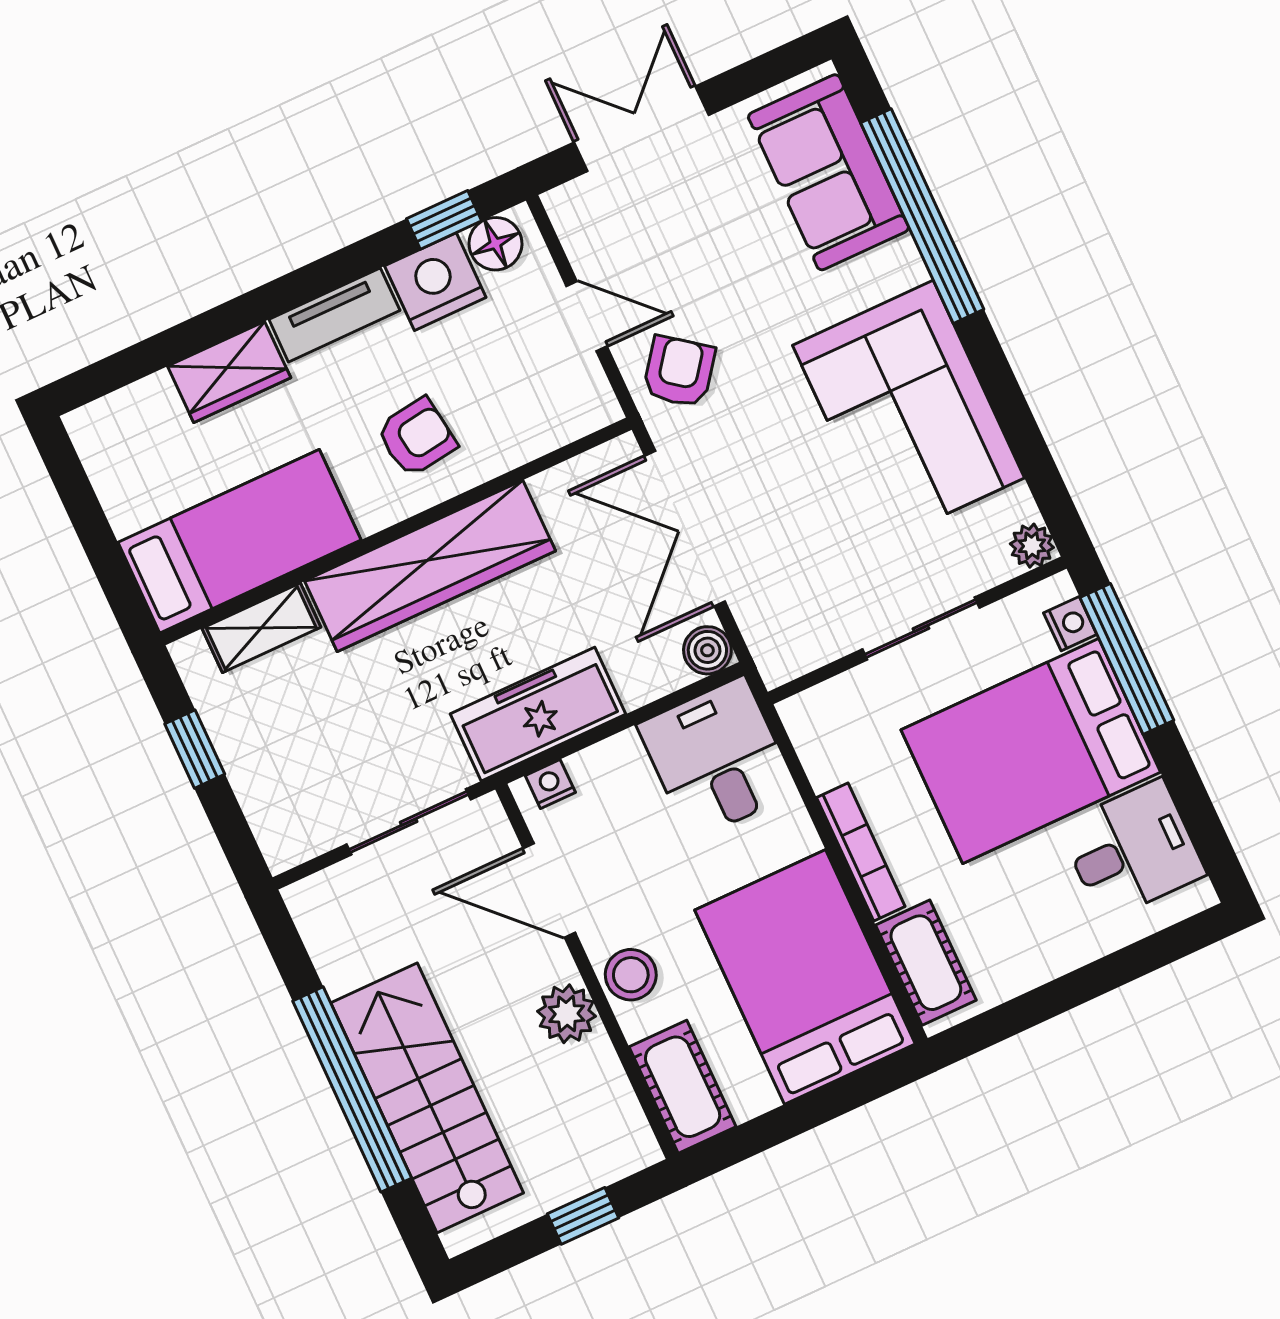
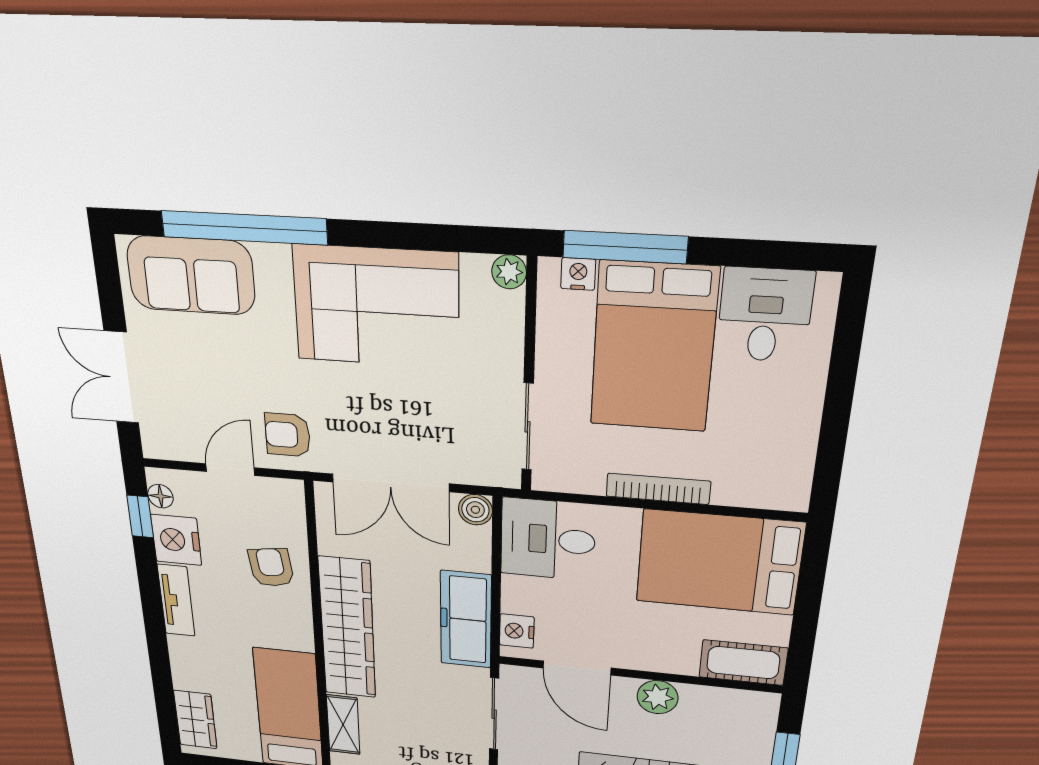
floor lamp: (495, 244) -> (160, 496), width x0.73, depth x0.73
wardrobe: (229, 372) -> (195, 720), moved
armchair: (679, 372) -> (288, 435), turned -37
armchair: (417, 437) -> (271, 567), moved
sliding door: (921, 628) -> (528, 427), moved
nightstand: (550, 784) -> (517, 631), width x1.39, depth x1.35
door: (549, 890) -> (577, 668), hinge flipped
cot: (926, 963) -> (757, 488), removed
stool: (631, 975) -> (655, 654), removed

